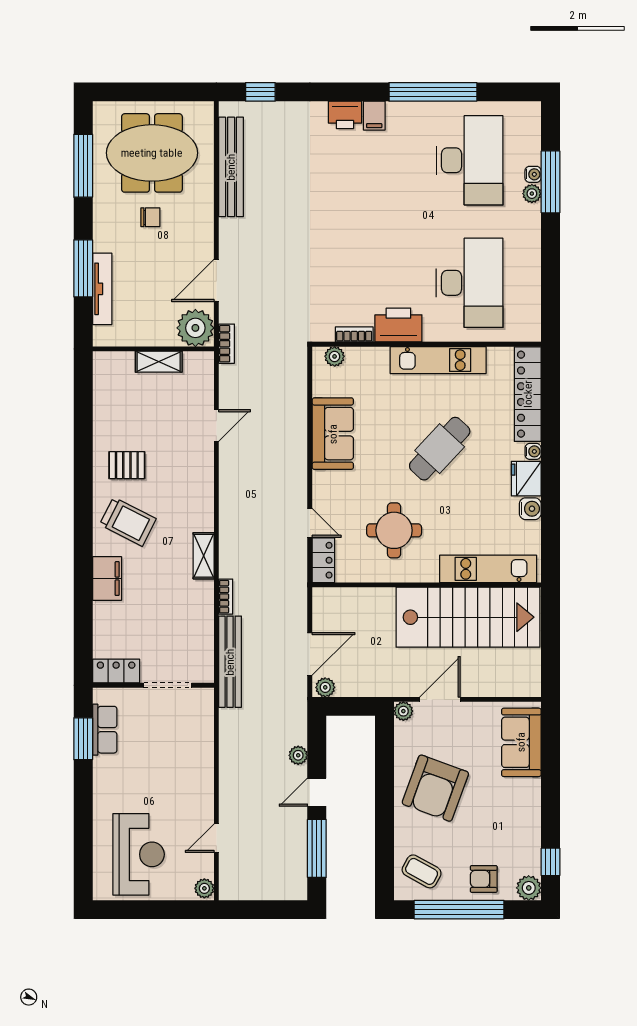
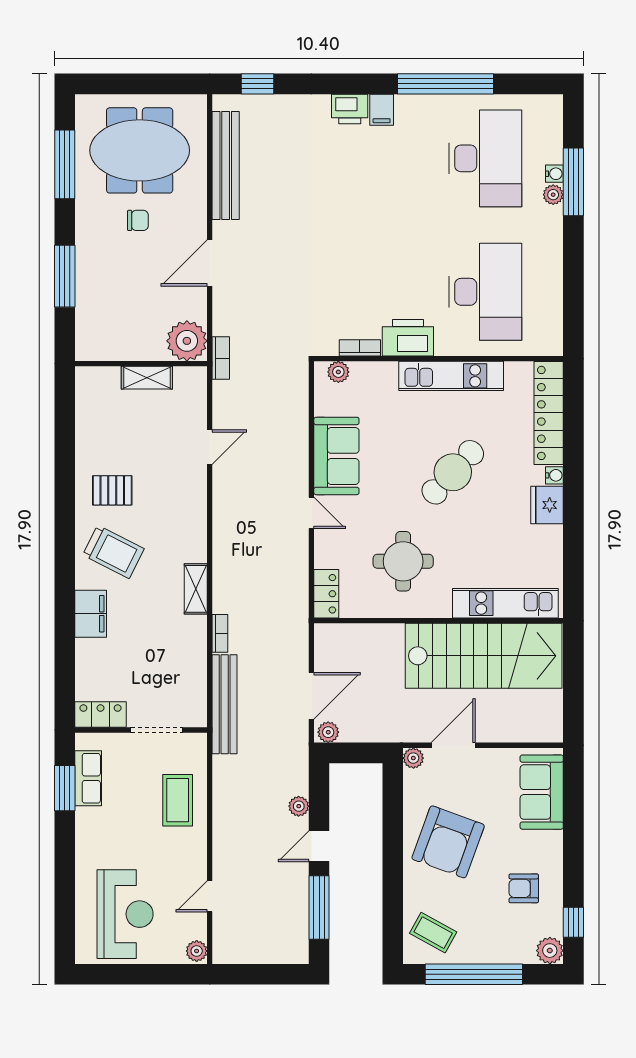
door: (216, 280) -> (210, 263), moved
tv unit: (102, 289) -> (85, 298), removed
water cooler: (530, 509) -> (551, 538), removed
door: (310, 523) -> (311, 513), moved
coffee table: (187, 750) -> (178, 800), added
armchair: (484, 879) -> (524, 888), moved

